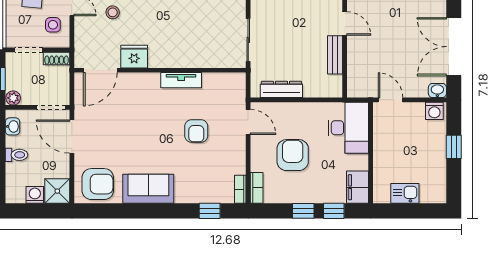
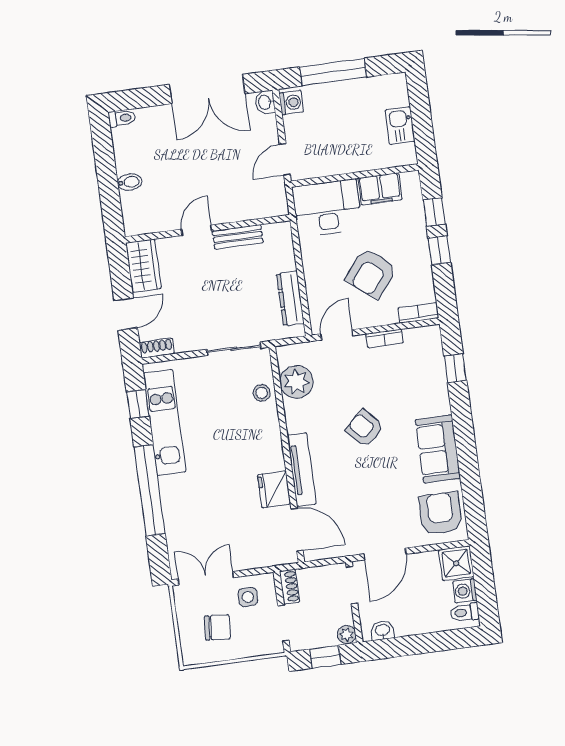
stool: (113, 12) -> (262, 393), moved
tv unit: (181, 80) -> (302, 470), moved, width x1.41
plant: (216, 85) -> (296, 382), added
armchair: (196, 131) -> (365, 429), moved, turned -133
window: (454, 147) -> (333, 72), width x2.17
toilet: (17, 155) -> (465, 612), moved, turned -90
armchair: (293, 155) -> (371, 273), turned -52
filing cabinet: (358, 187) -> (380, 189), moved
bookcase: (240, 189) -> (385, 338), moved

